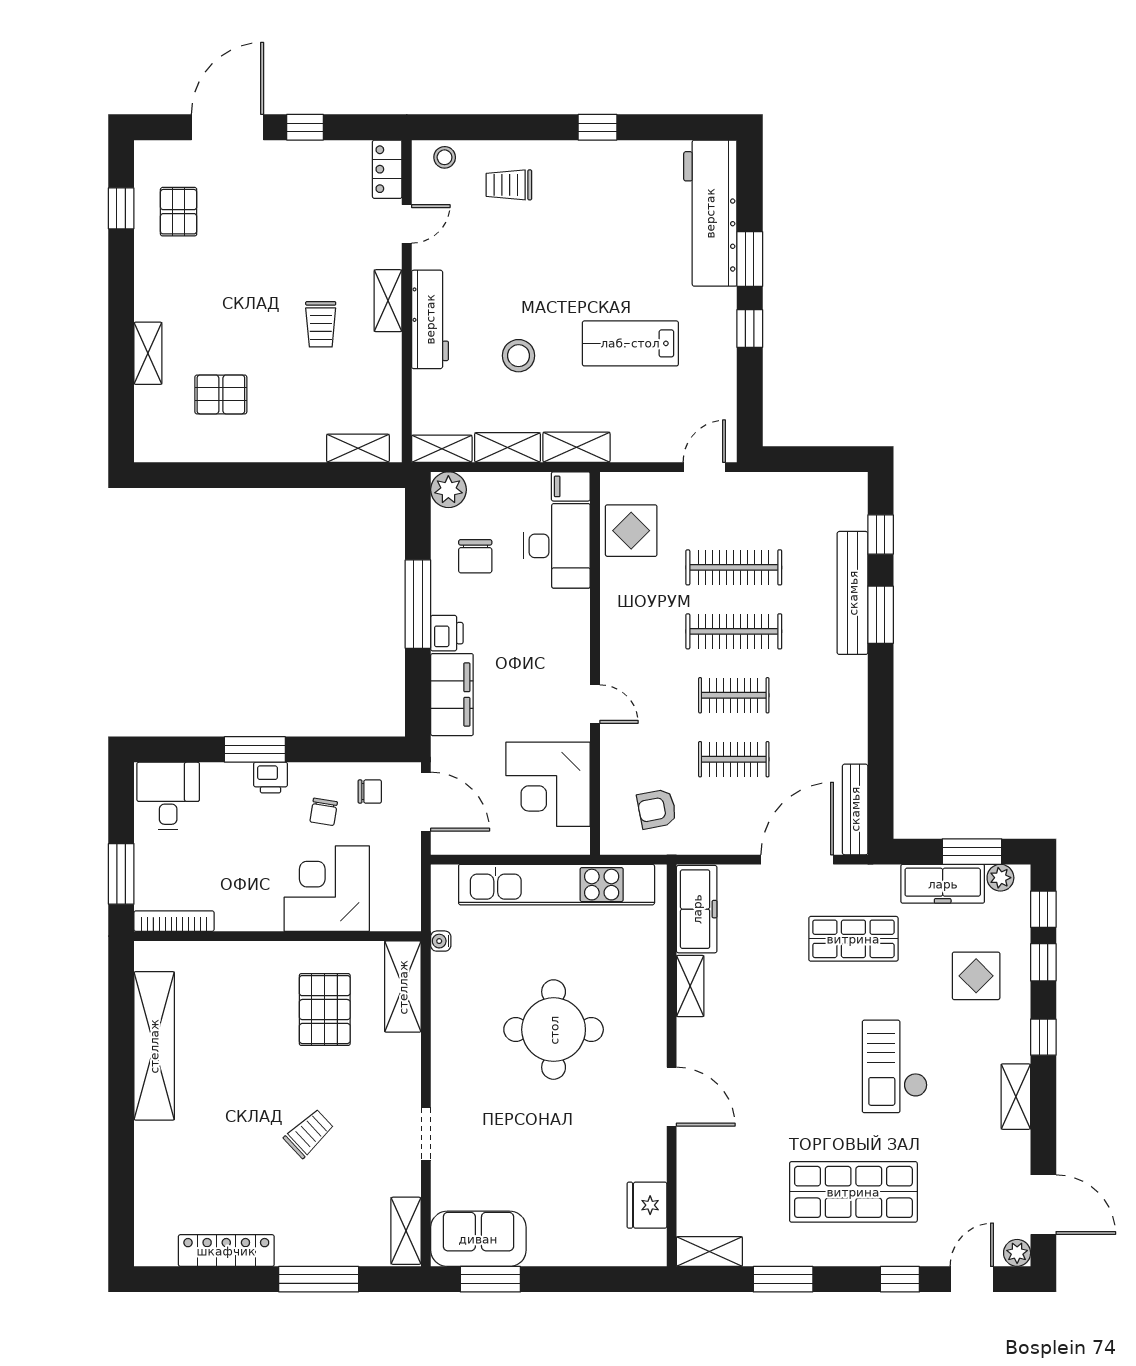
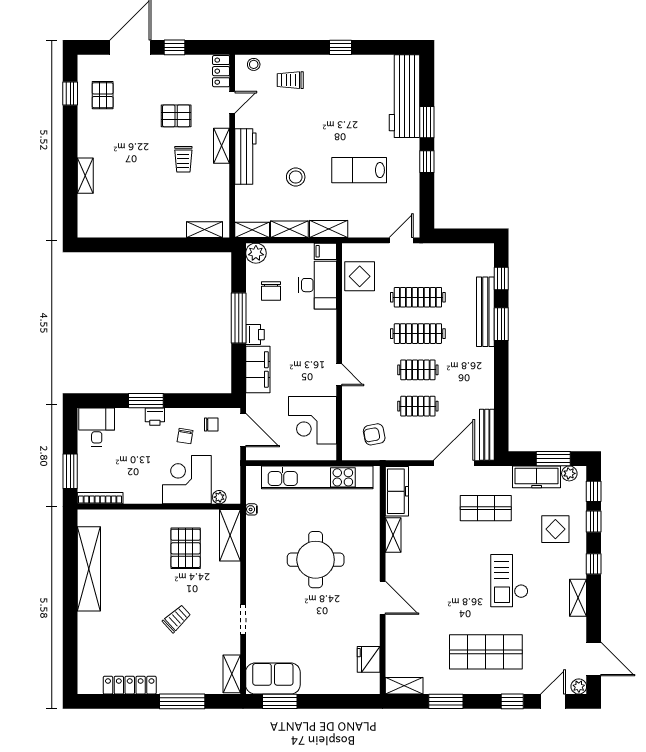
pallet: (221, 394) -> (176, 116), moved
plant: (384, 919) -> (219, 497), added

